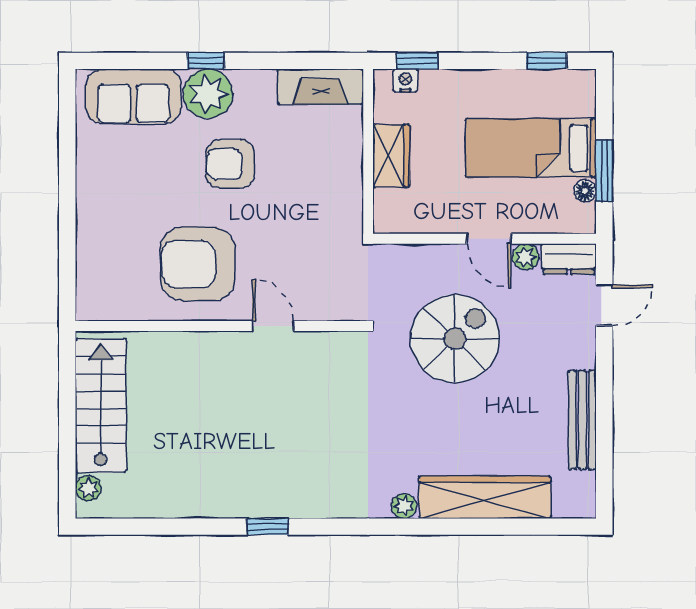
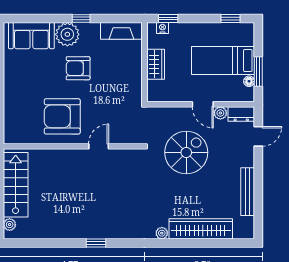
window: (206, 61) -> (81, 19), moved
door: (273, 326) -> (99, 146), hinge flipped

